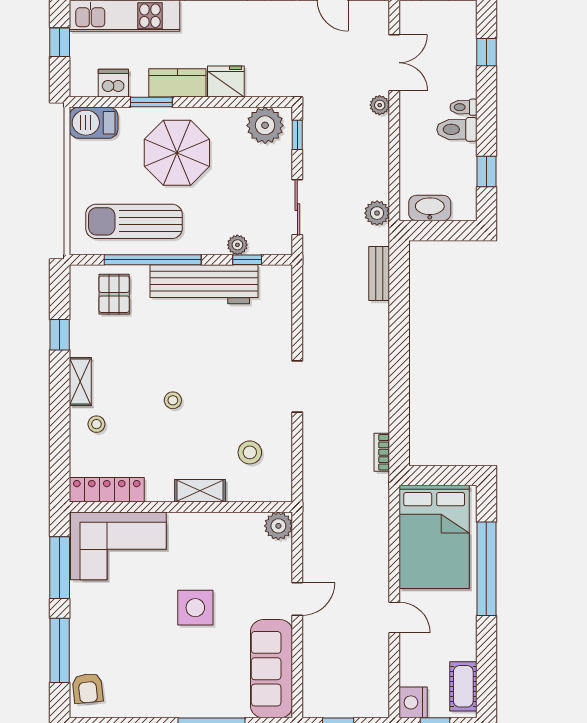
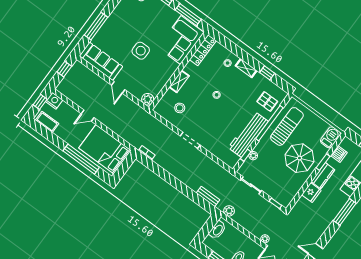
plant: (265, 125) -> (287, 195), removed

